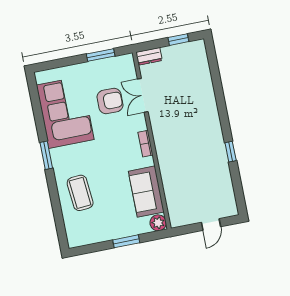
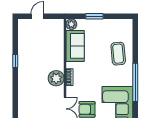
plant: (165, 138) -> (56, 78), added
window: (46, 155) -> (135, 82), width x2.11

